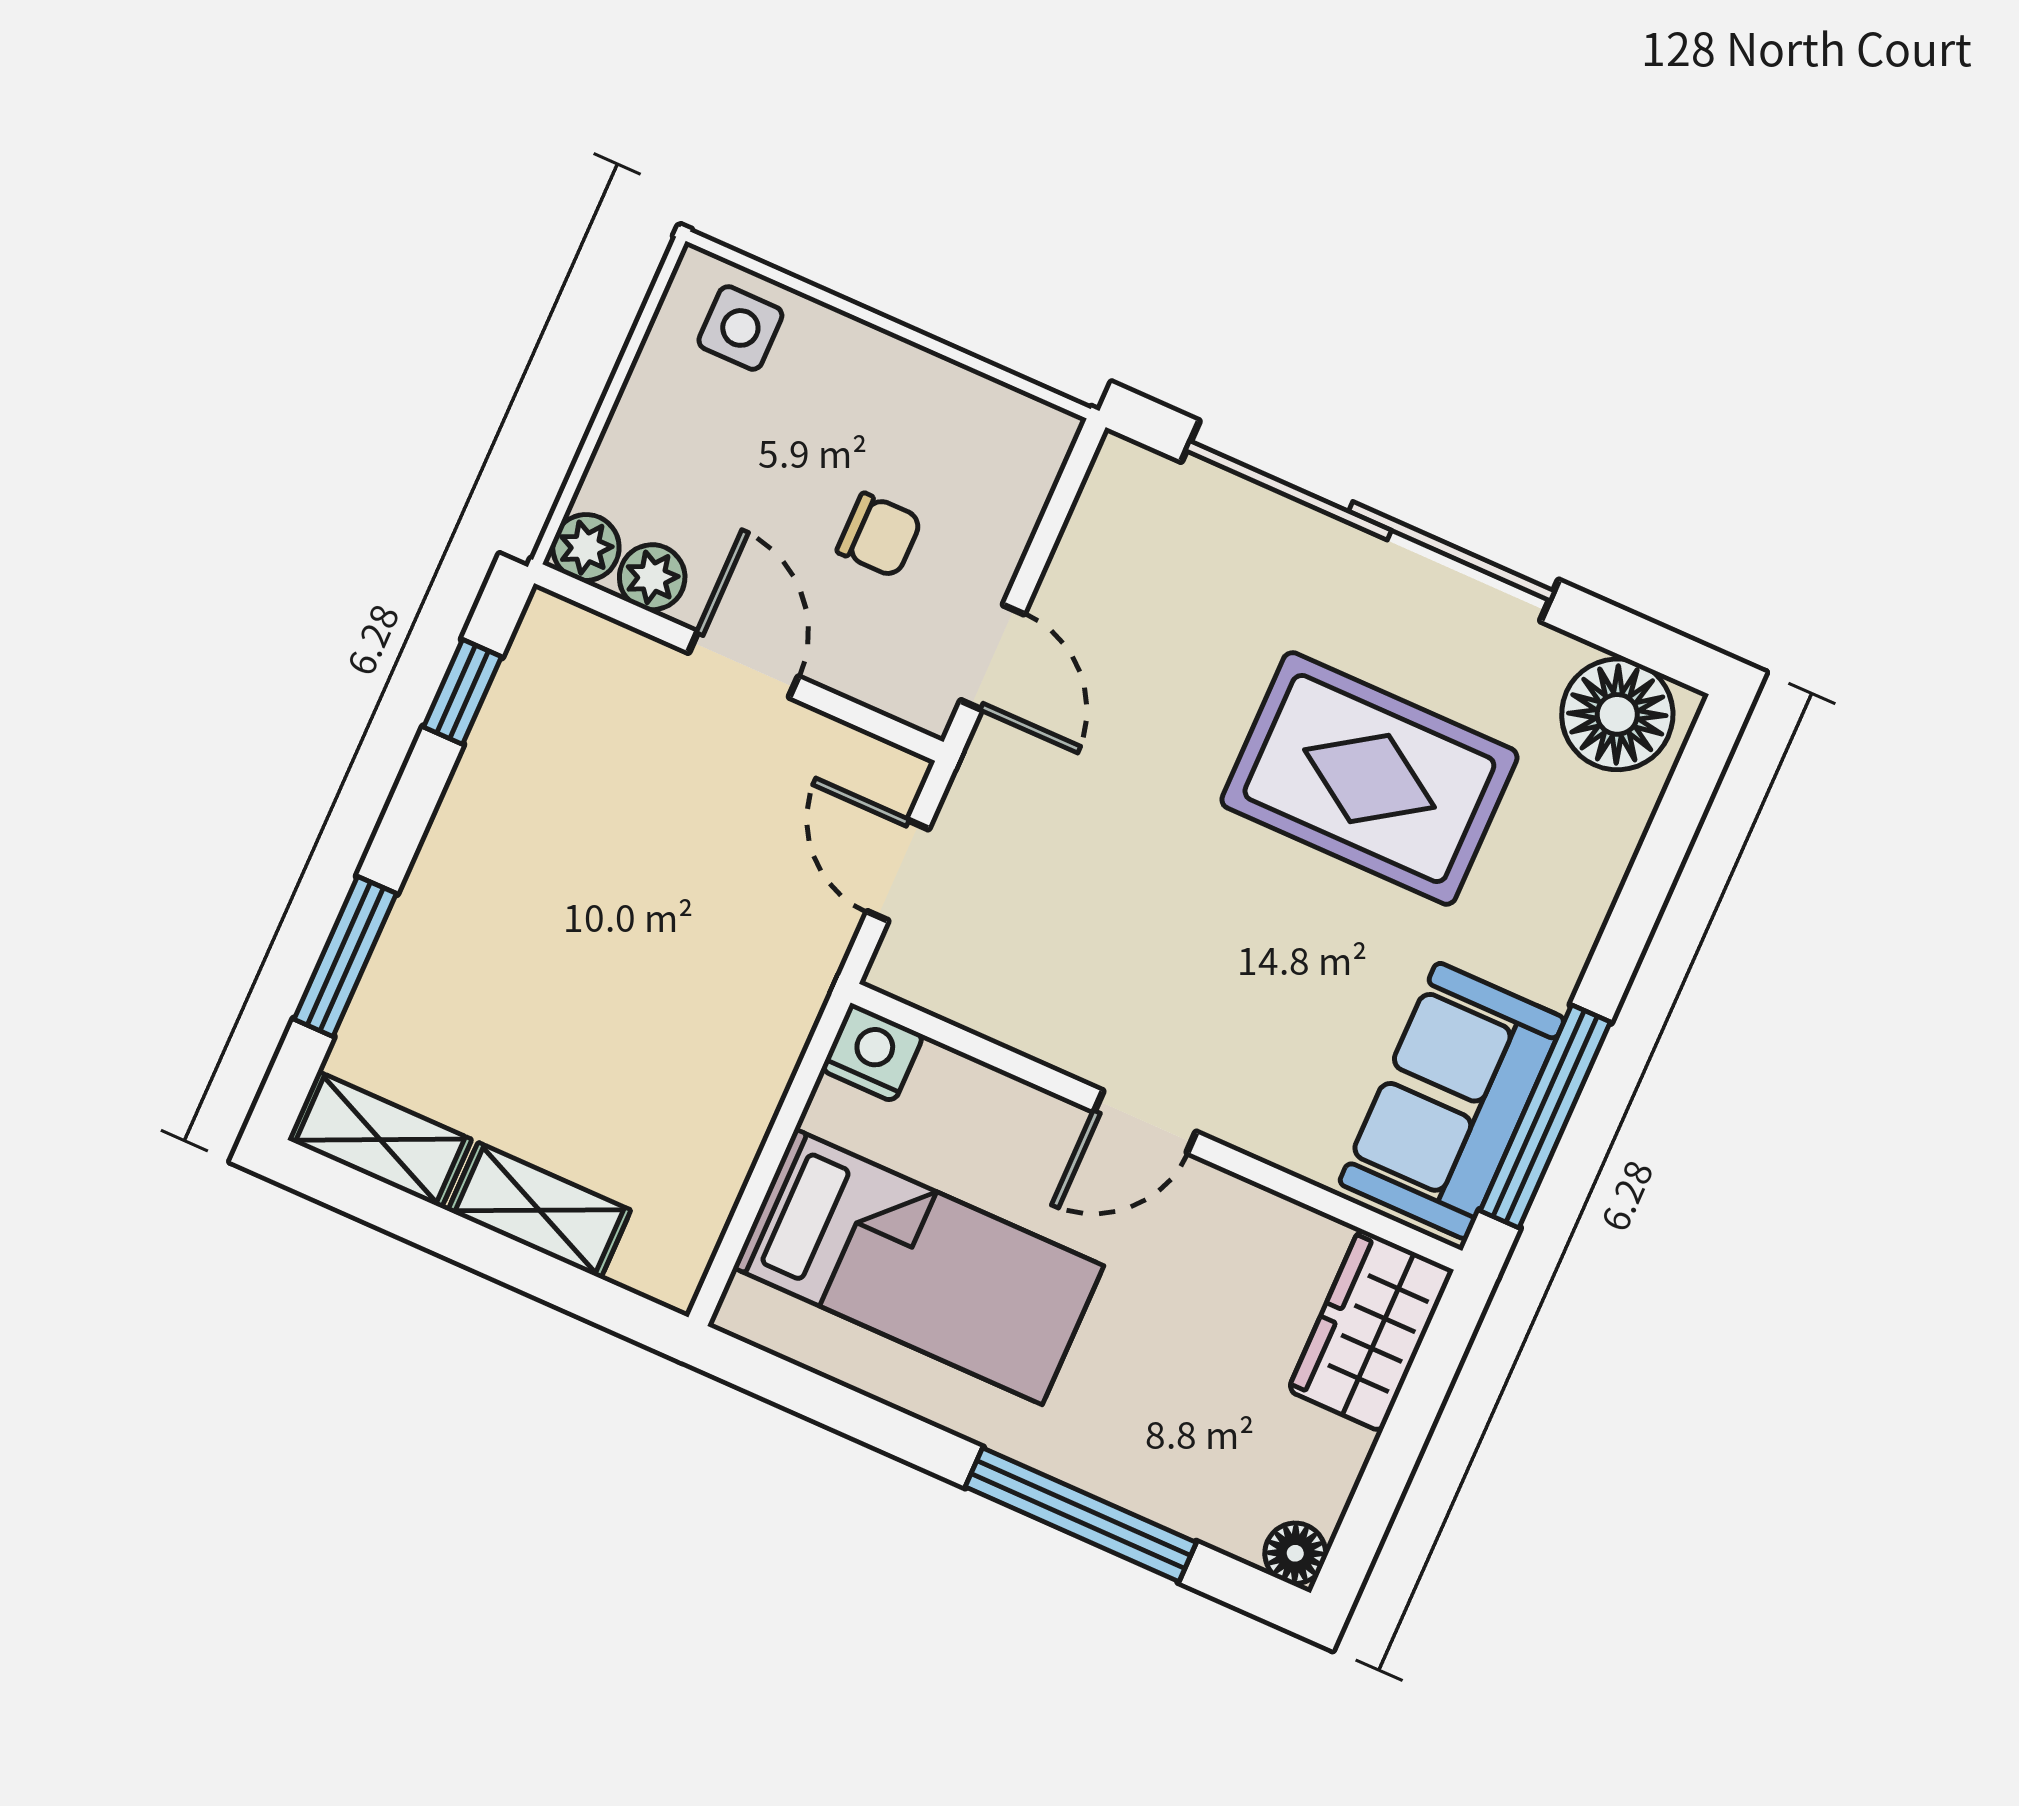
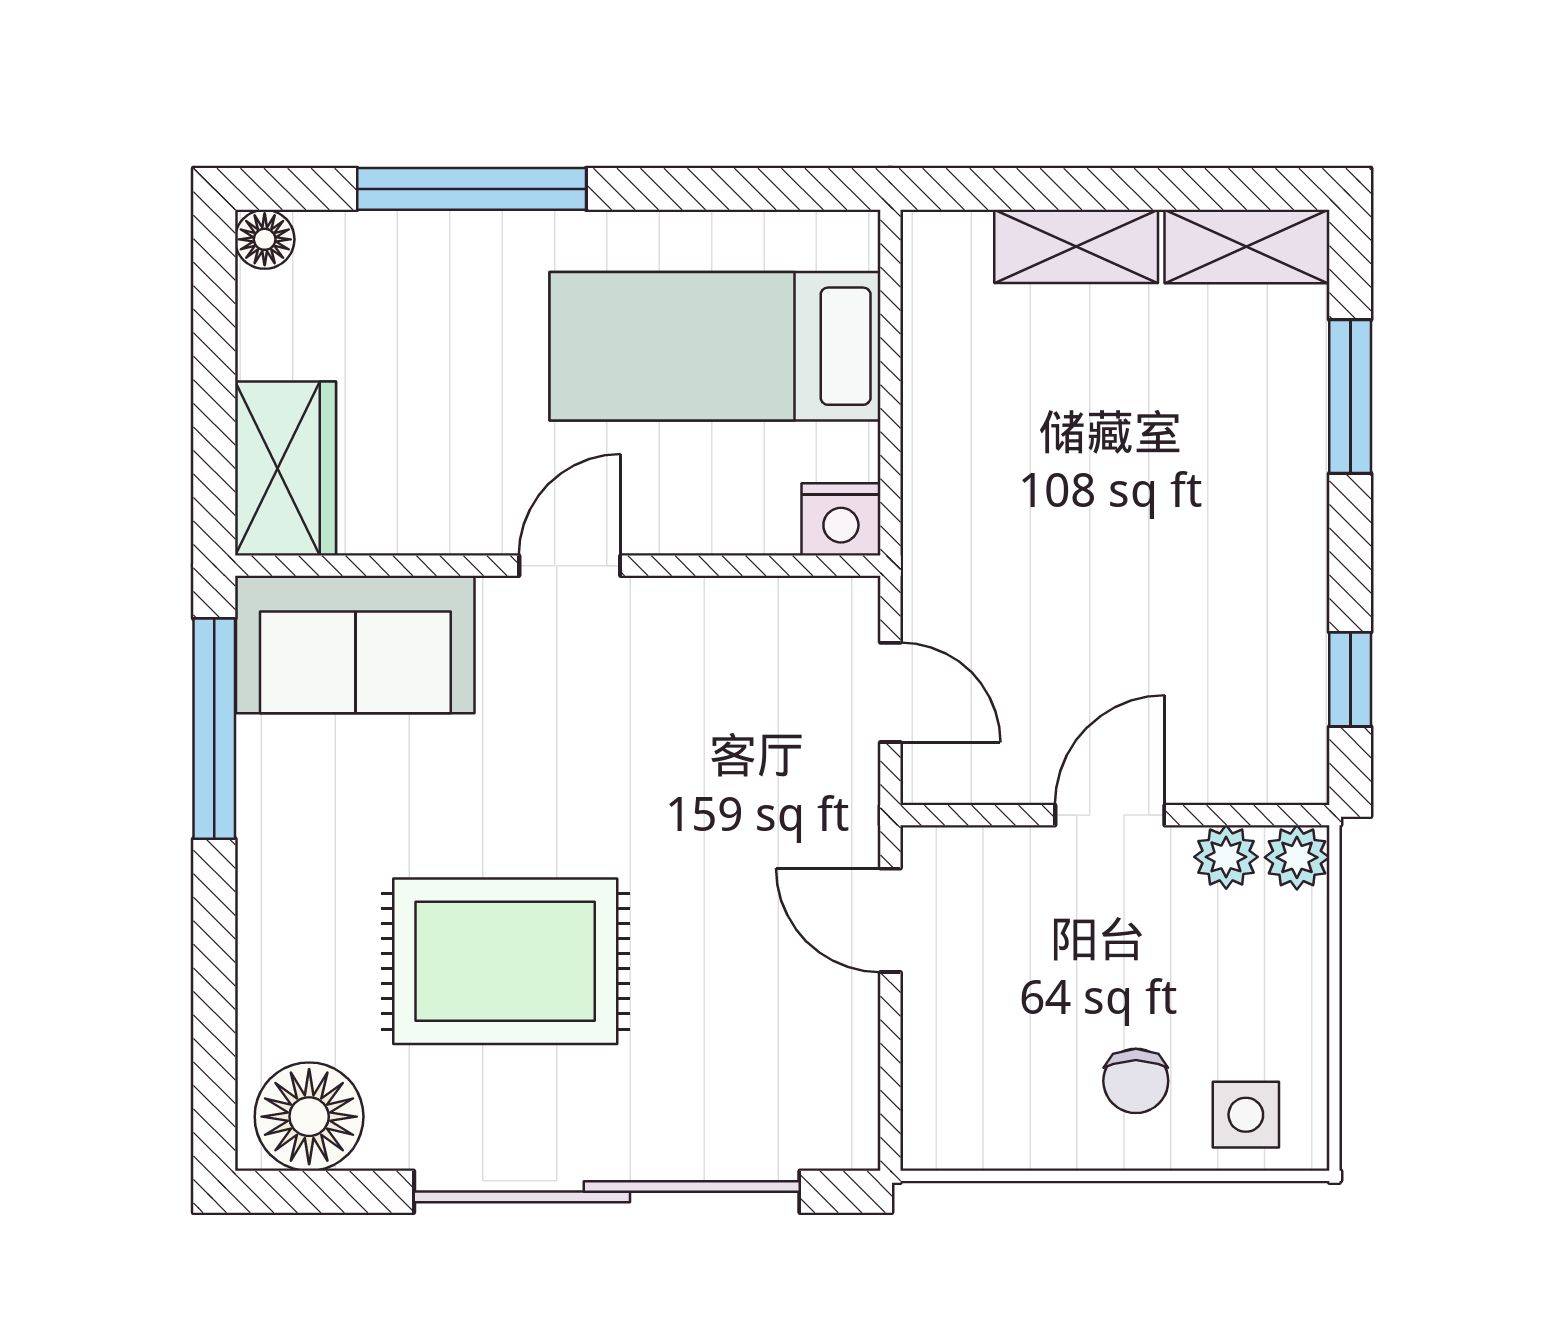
chair: (879, 535) -> (1136, 1081), moved, turned -90
door: (743, 665) -> (1110, 815), swing flipped
sofa: (1452, 1101) -> (355, 644), moved, turned 90

